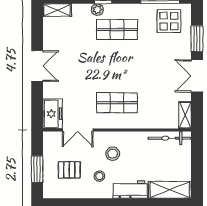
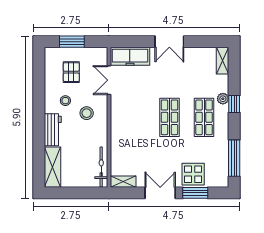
display table: (169, 21) -> (193, 174), moved
shop shelf: (117, 103) -> (169, 117), moved
freezer: (53, 114) -> (130, 56), width x1.40

